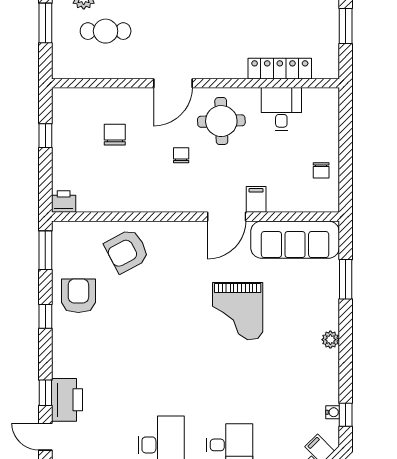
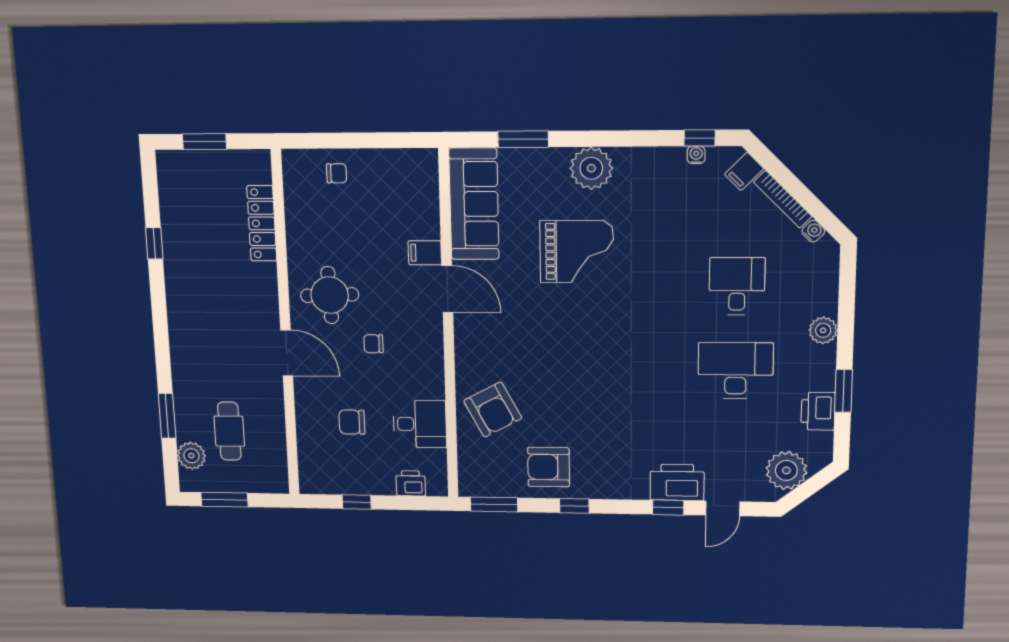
desk: (281, 109) -> (420, 424), moved, turned 180
chair: (321, 170) -> (337, 173), moved
printer: (64, 202) -> (411, 483), moved, turned 90
grand piano: (238, 311) -> (577, 252), moved
plant: (330, 340) -> (591, 168), width x1.88, depth x1.88

